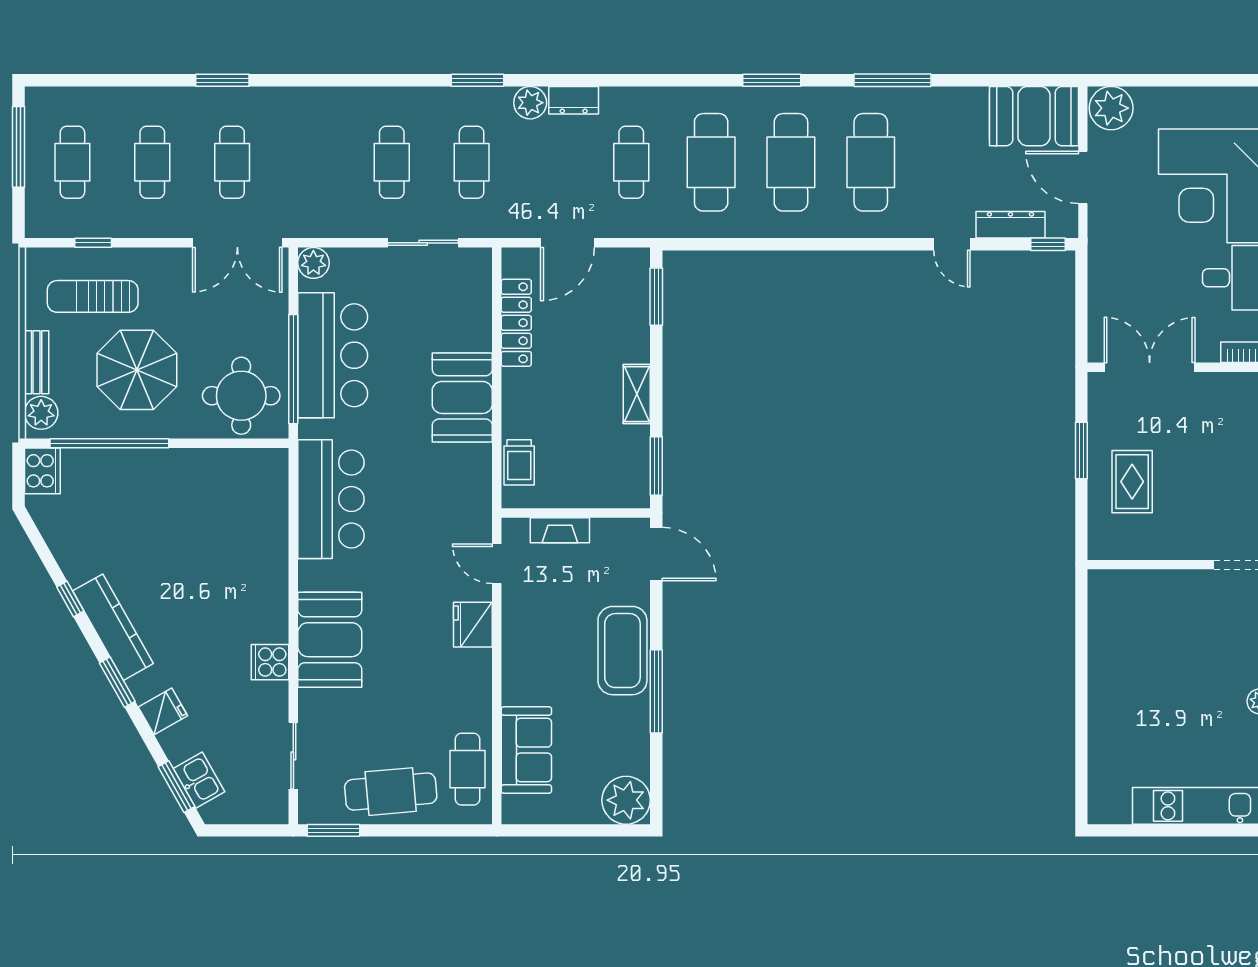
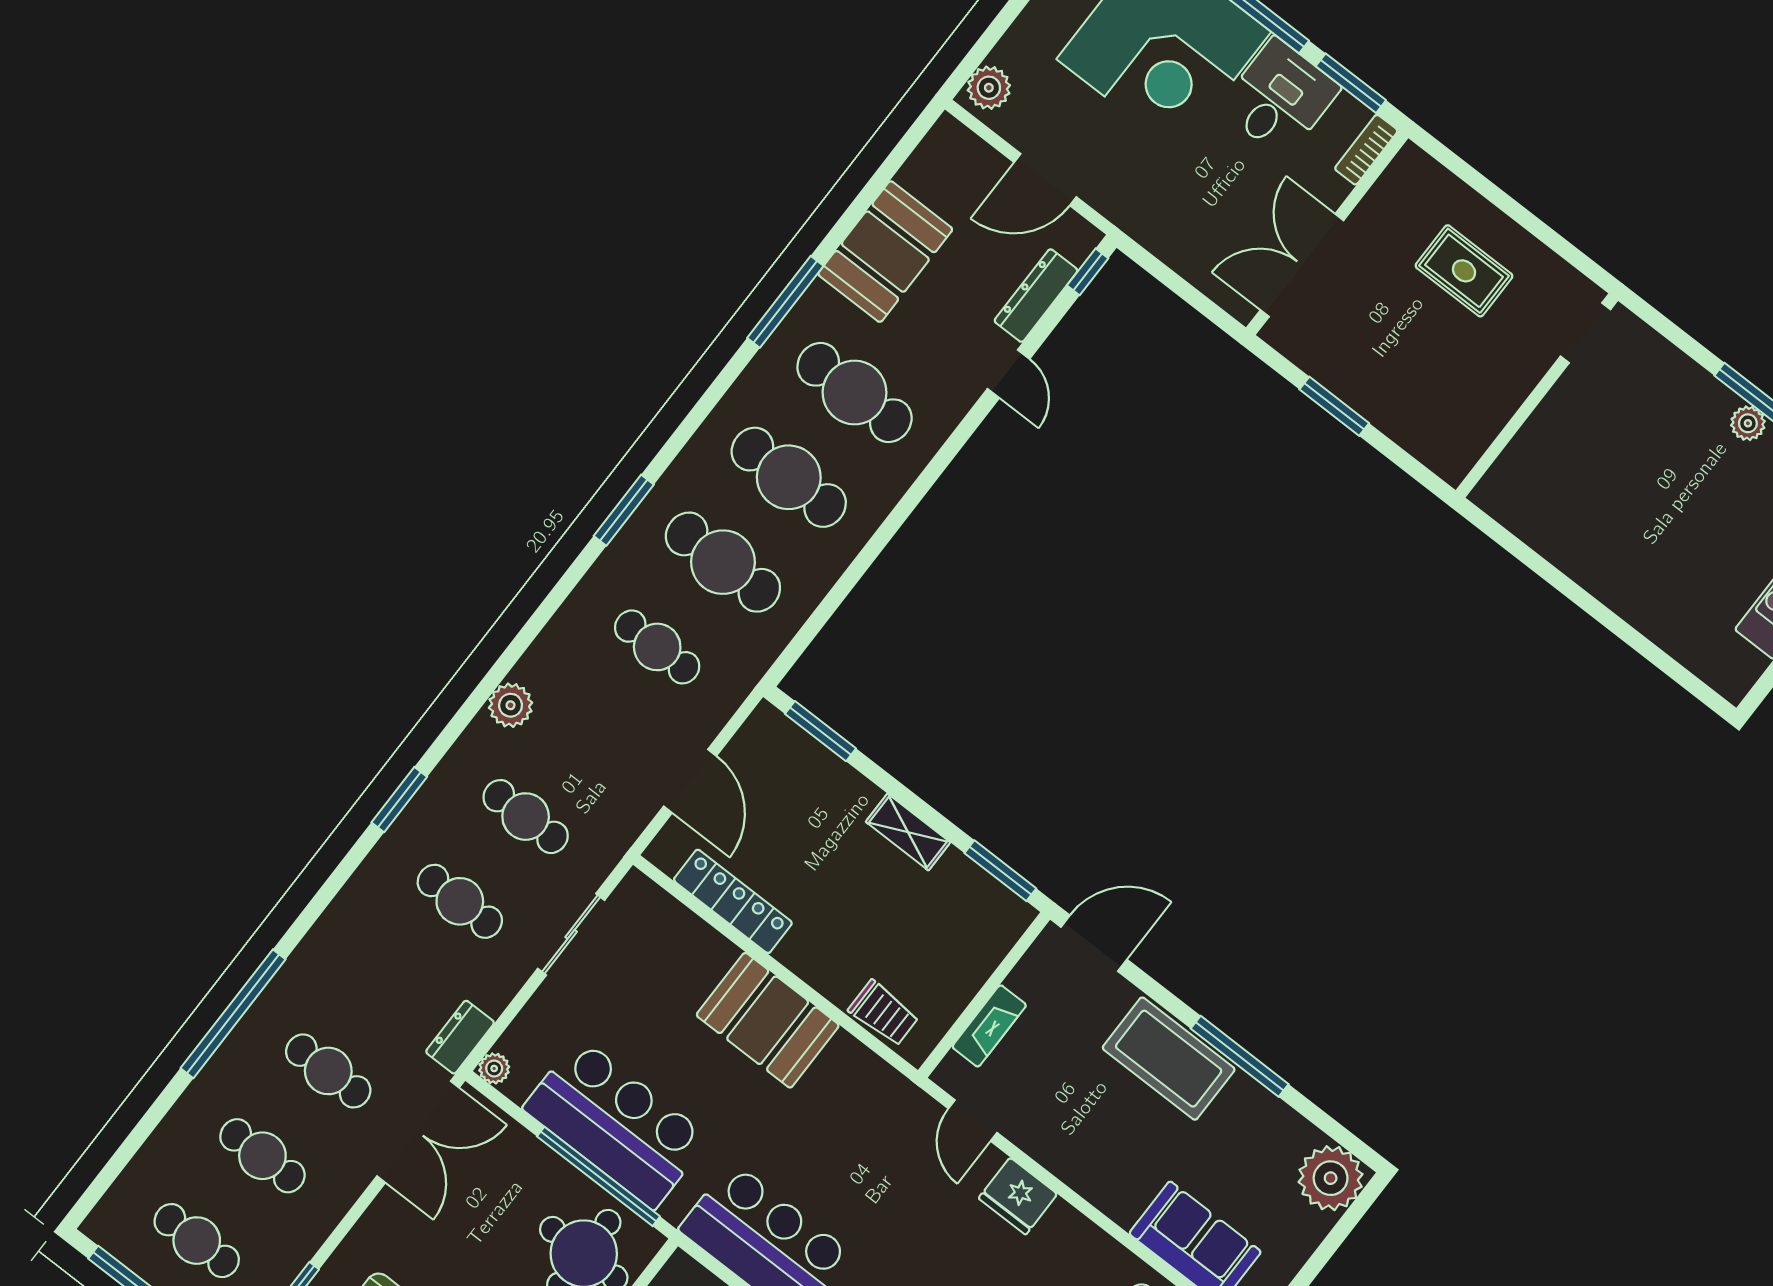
window: (222, 80) -> (233, 1014), width x2.11
window: (477, 80) -> (399, 800), moved
window: (772, 80) -> (624, 510), moved
dresser: (574, 100) -> (460, 1037), moved, turned 180
plant: (1111, 108) -> (989, 88), width x0.73, depth x0.73
booth: (1034, 116) -> (885, 252), moved
door: (952, 244) -> (1008, 374), hinge flipped
plant: (313, 263) -> (494, 1068), width x0.73, depth x0.73
rug: (1132, 482) -> (1464, 271), moved
door: (497, 564) -> (973, 1121), hinge flipped

